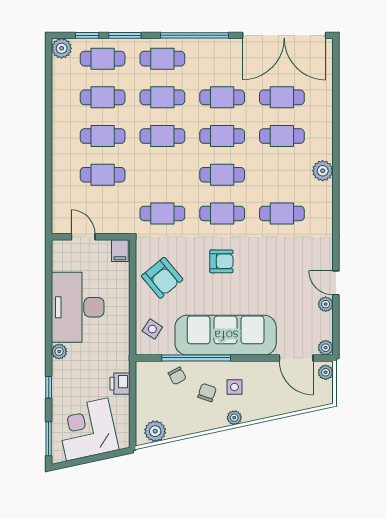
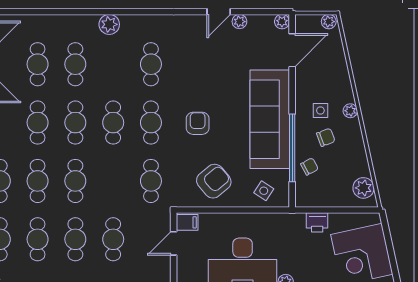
door: (83, 237) -> (174, 243), moved
plant: (326, 372) -> (329, 22), moved
chair: (207, 393) -> (326, 137), turned 141

